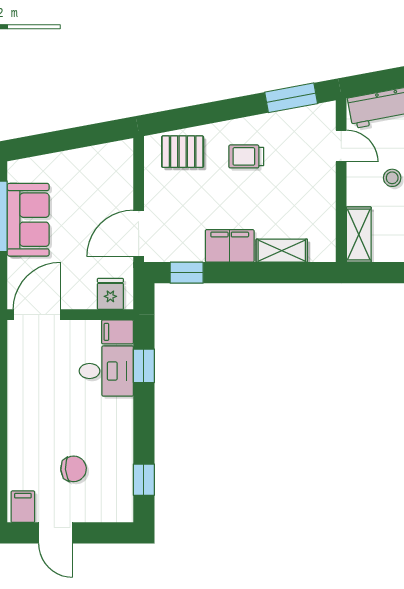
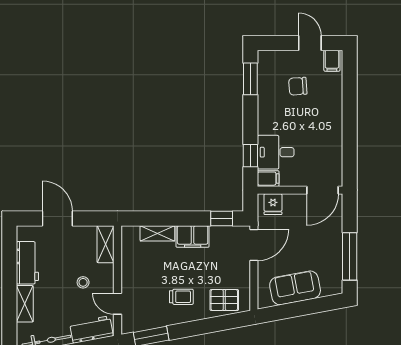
sofa: (28, 220) -> (295, 288), moved, turned 79
window: (144, 480) -> (250, 79), width x1.50

